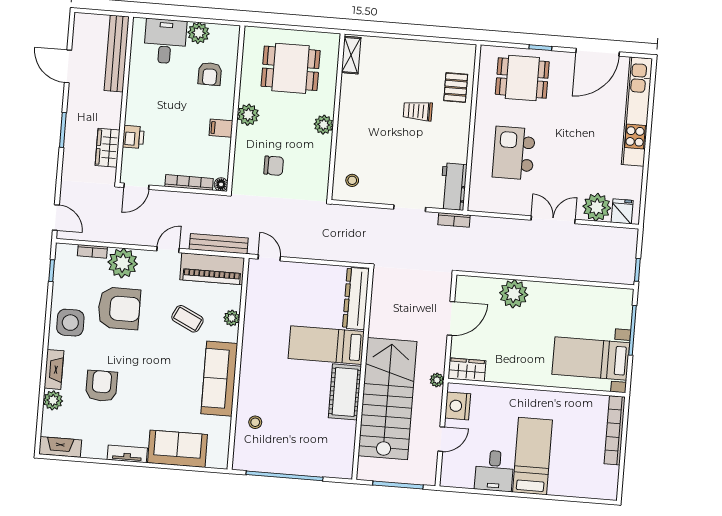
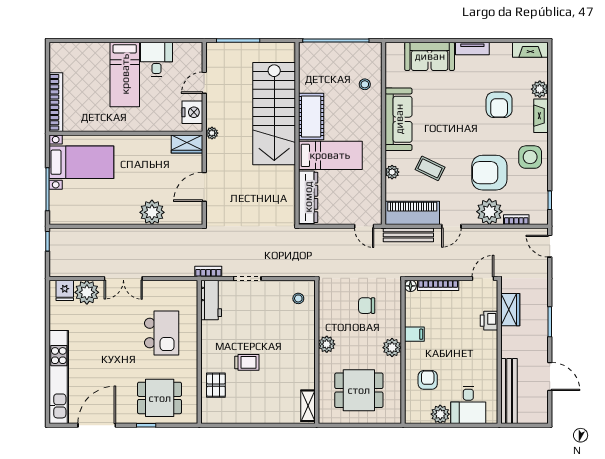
dresser: (356, 299) -> (308, 197), moved
bed: (326, 345) -> (330, 155), moved
wall: (363, 374) -> (297, 133), moved
cot: (345, 392) -> (311, 116), moved
stairs: (388, 399) -> (274, 114), moved

